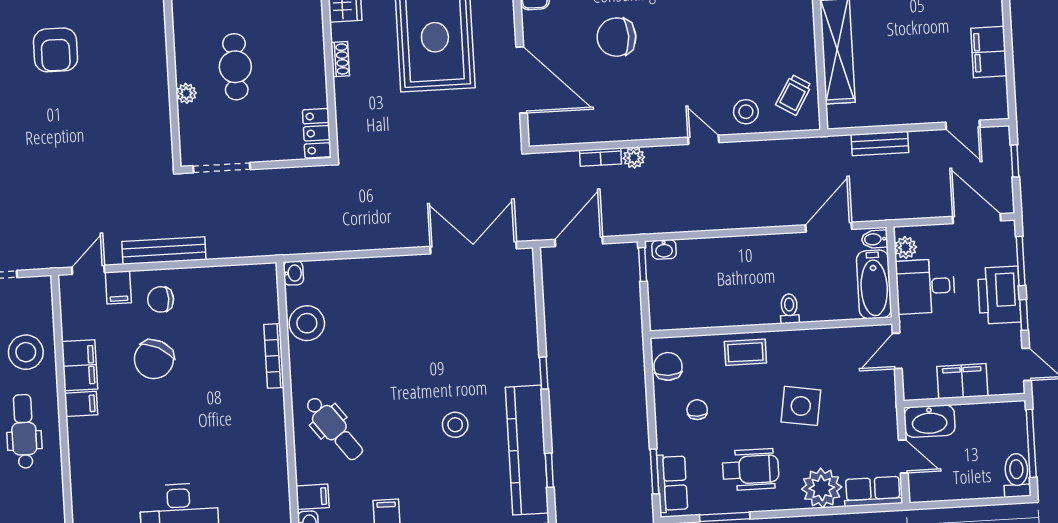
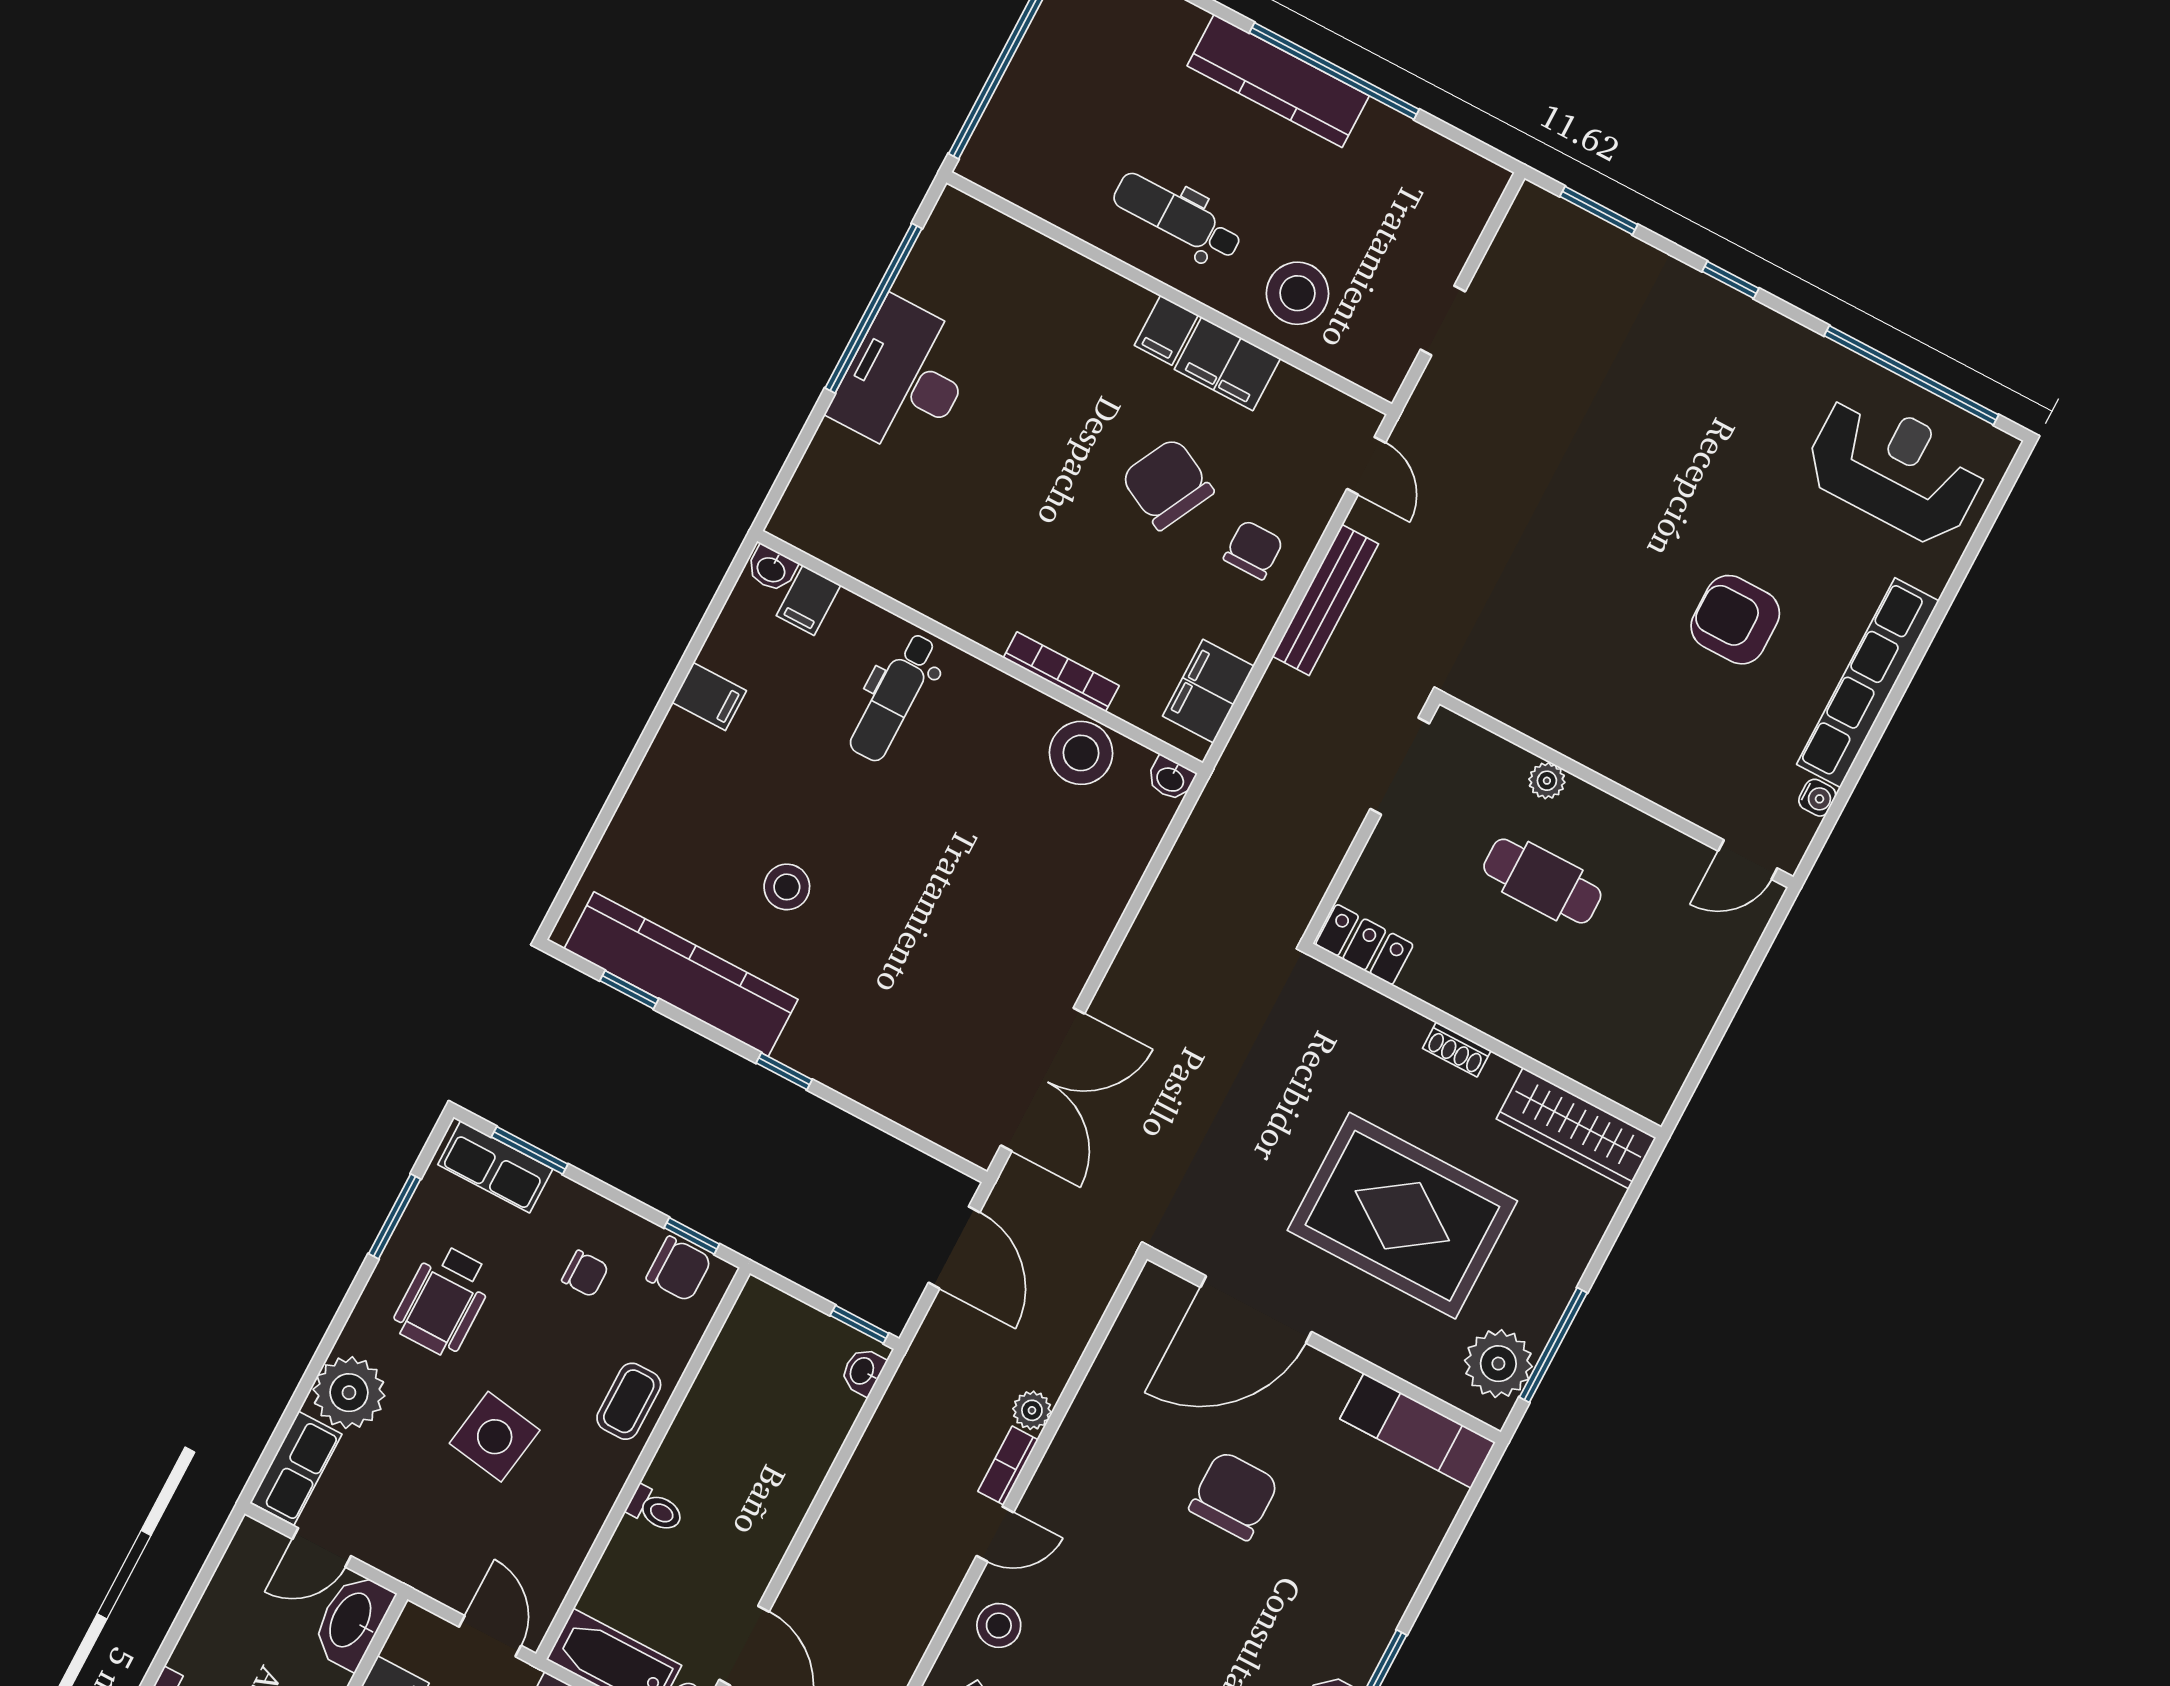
bookcase: (601, 157) -> (1008, 1466), moved
filing cabinet: (118, 287) -> (1208, 691), moved, width x2.00
window: (649, 370) -> (692, 1236), added
dental chair: (334, 428) -> (894, 697), turned -53
dental chair: (24, 431) -> (1177, 217), turned 180

